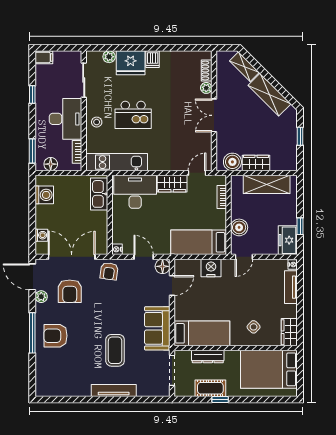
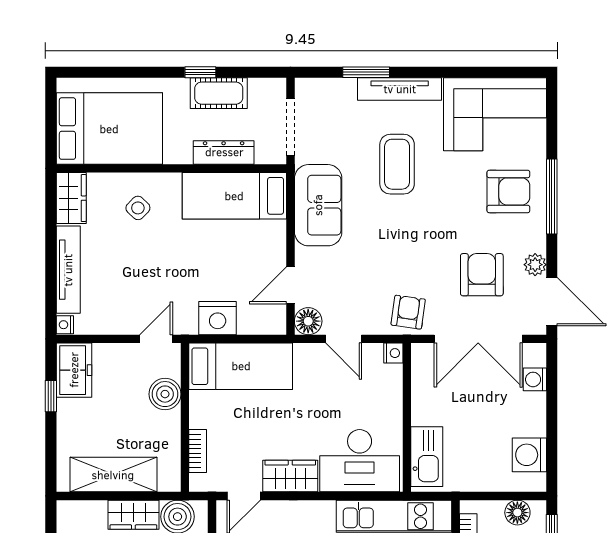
tv unit: (291, 287) -> (68, 270), width x1.41
corner sofa: (63, 377) -> (495, 114), added
window: (132, 399) -> (366, 72), added

